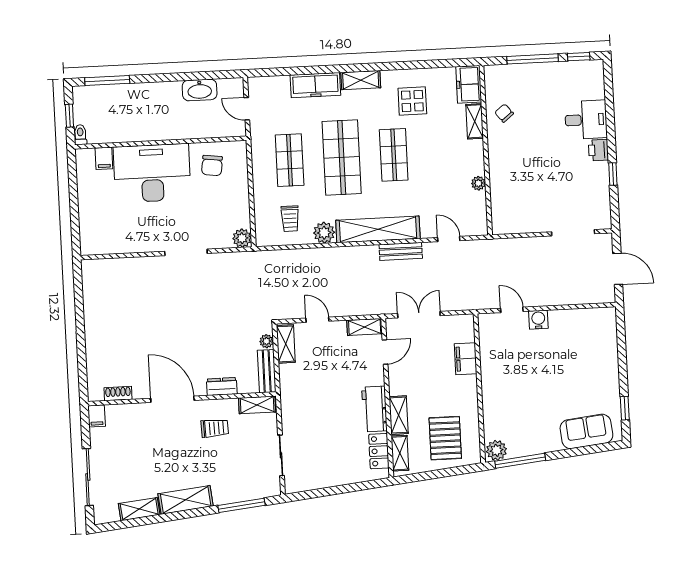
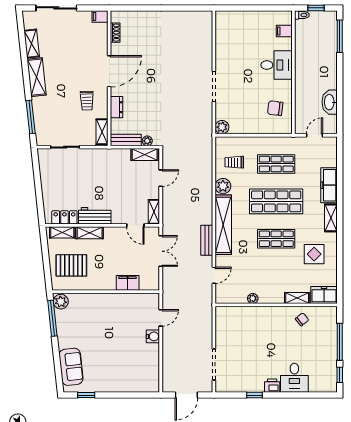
desk: (152, 173) -> (277, 65), width x0.53, depth x0.77

